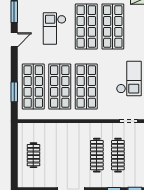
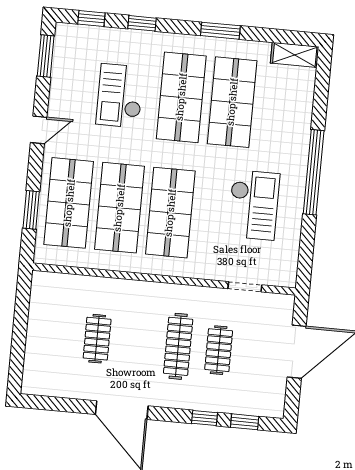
door: (14, 40) -> (39, 130), moved
clothes rail: (33, 155) -> (97, 339), moved
clothes rail: (118, 155) -> (219, 350), width x0.73

